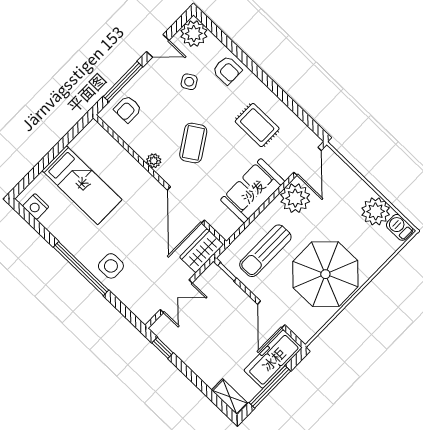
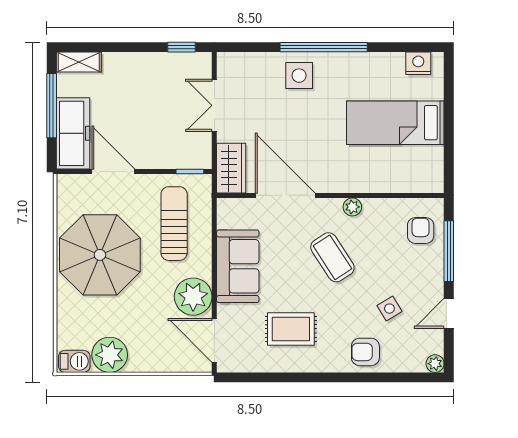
plant: (194, 34) -> (435, 364), width x0.53, depth x0.53

